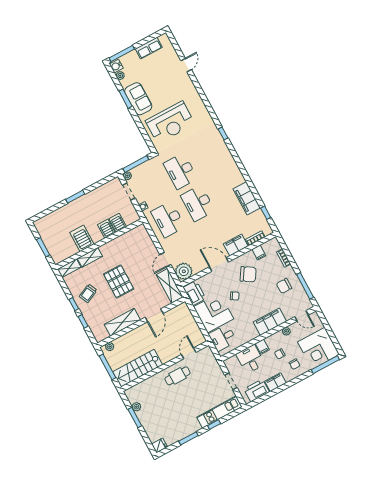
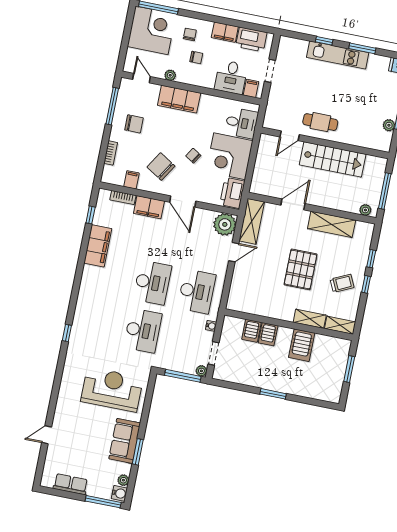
filing cabinet: (262, 347) -> (251, 88), moved
stairs: (138, 368) -> (333, 159), moved
kitchen unit: (219, 412) -> (338, 55), moved

